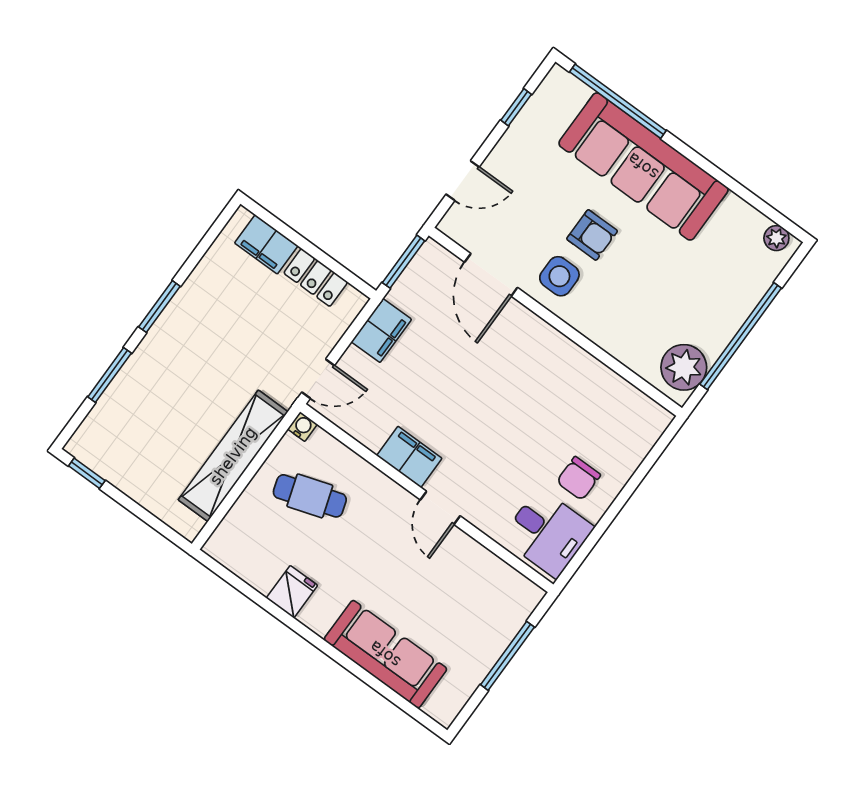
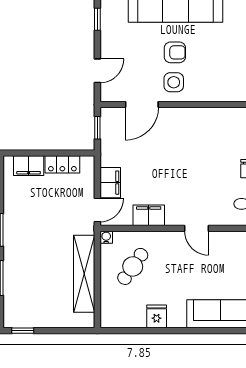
window: (403, 262) -> (97, 128), width x0.67
door: (491, 275) -> (142, 104), hinge flipped
filing cabinet: (381, 330) -> (110, 183), moved
filing cabinet: (409, 457) -> (149, 215), moved
cafe table: (310, 496) -> (133, 266), turned -37

